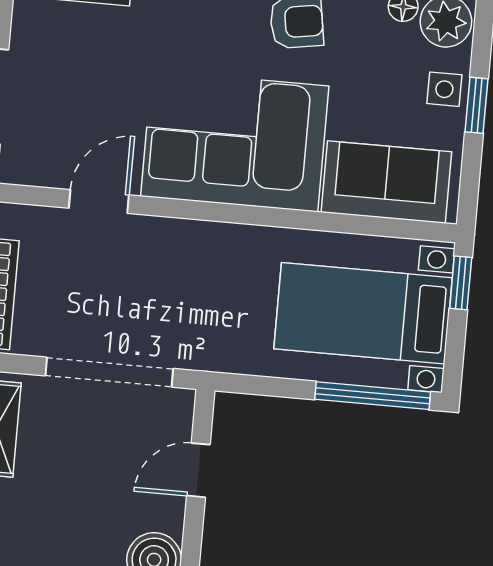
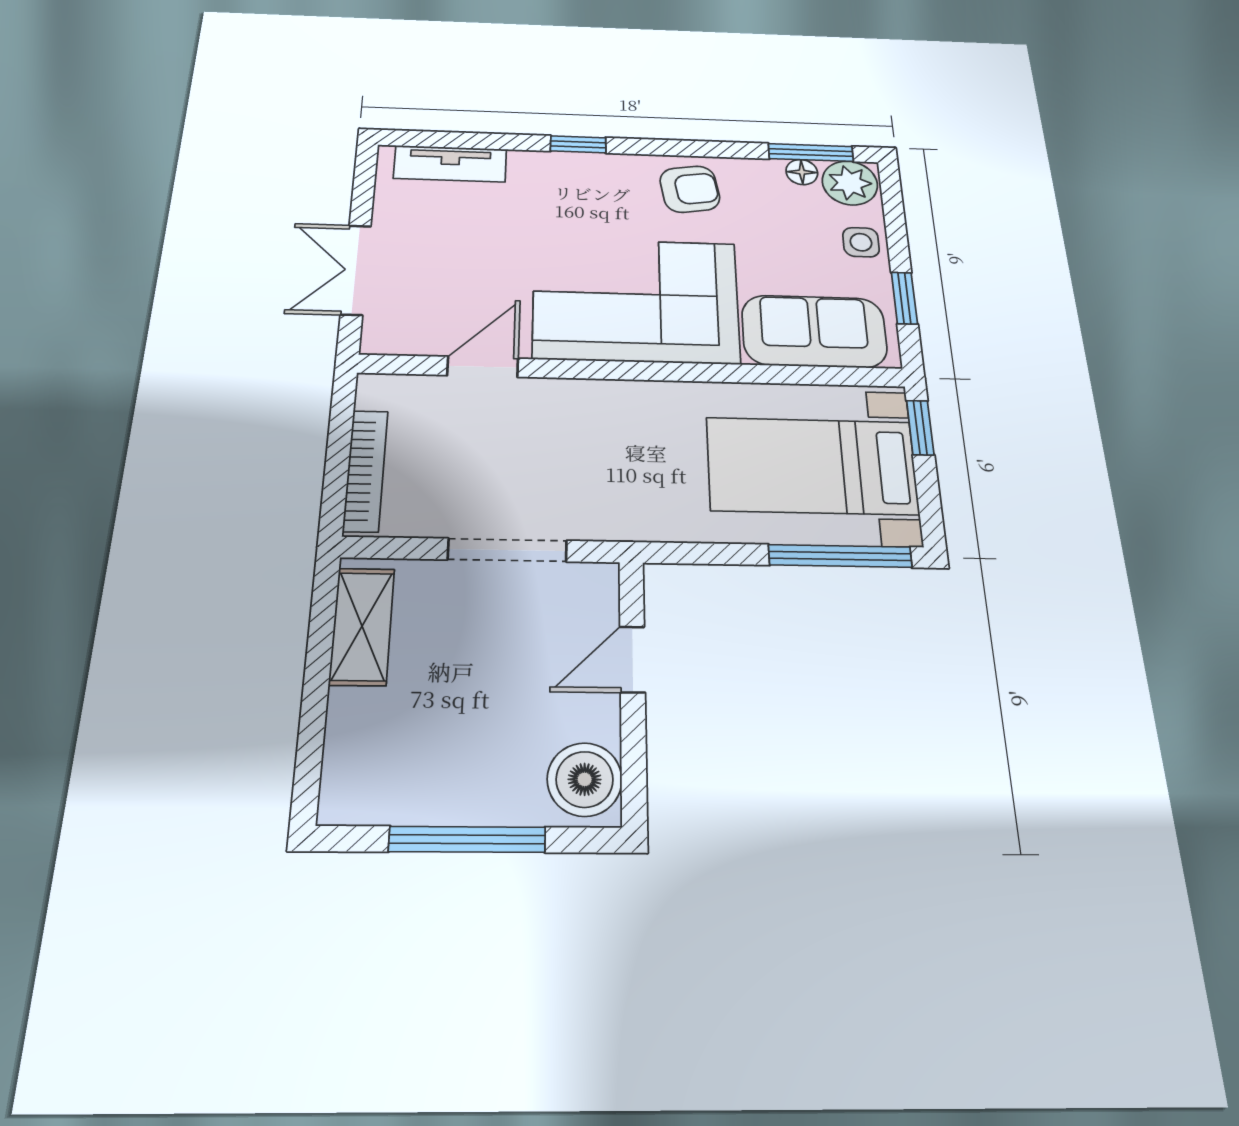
window: (477, 105) -> (904, 298), moved
doorway: (109, 372) -> (507, 550), width x0.73

